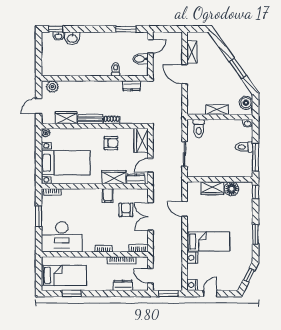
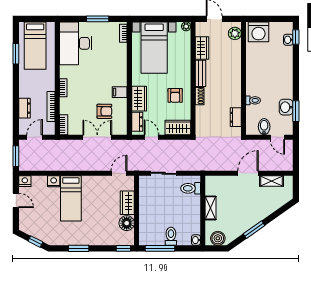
washbasin: (72, 38) -> (286, 107), moved
washing machine: (51, 64) -> (258, 32), added
door: (185, 209) -> (119, 173), moved

